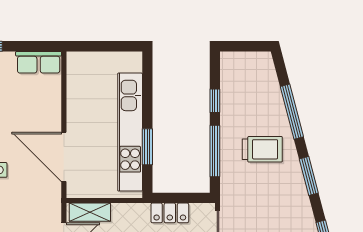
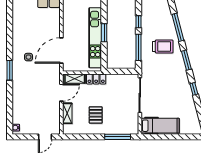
window: (147, 147) -> (104, 33), moved
door: (64, 157) -> (61, 50), hinge flipped
locker: (170, 213) -> (96, 79), moved

